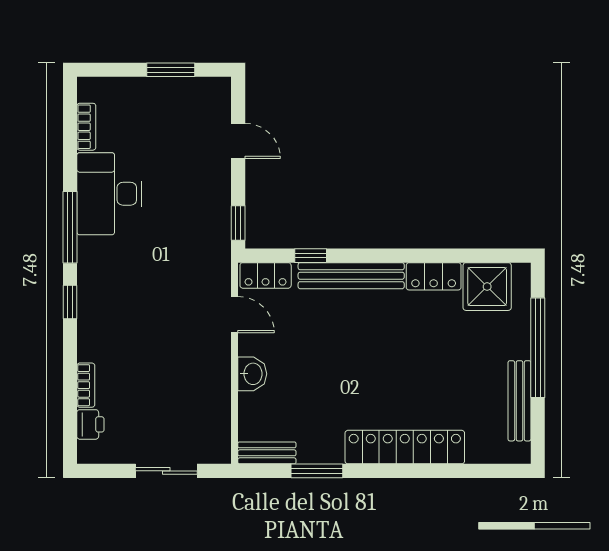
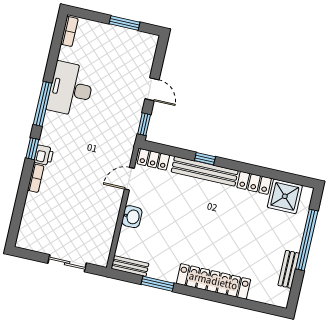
bookcase: (86, 127) -> (69, 31), moved
door: (238, 141) -> (152, 89), moved
window: (311, 256) -> (205, 159), moved
door: (234, 315) -> (129, 179), swing flipped
bookcase: (86, 385) -> (36, 178), moved
bench: (519, 401) -> (289, 269), width x0.73
printer: (90, 424) -> (44, 155), moved

